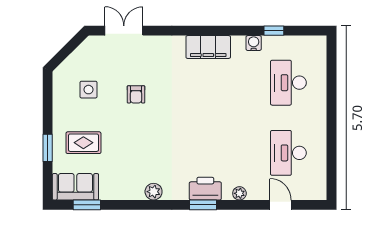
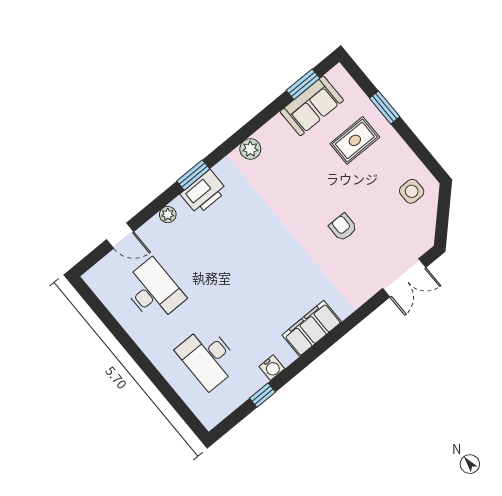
desk: (288, 83) -> (208, 357), turned 180
side table: (88, 90) -> (412, 191), moved
sofa: (75, 187) -> (312, 106), moved

